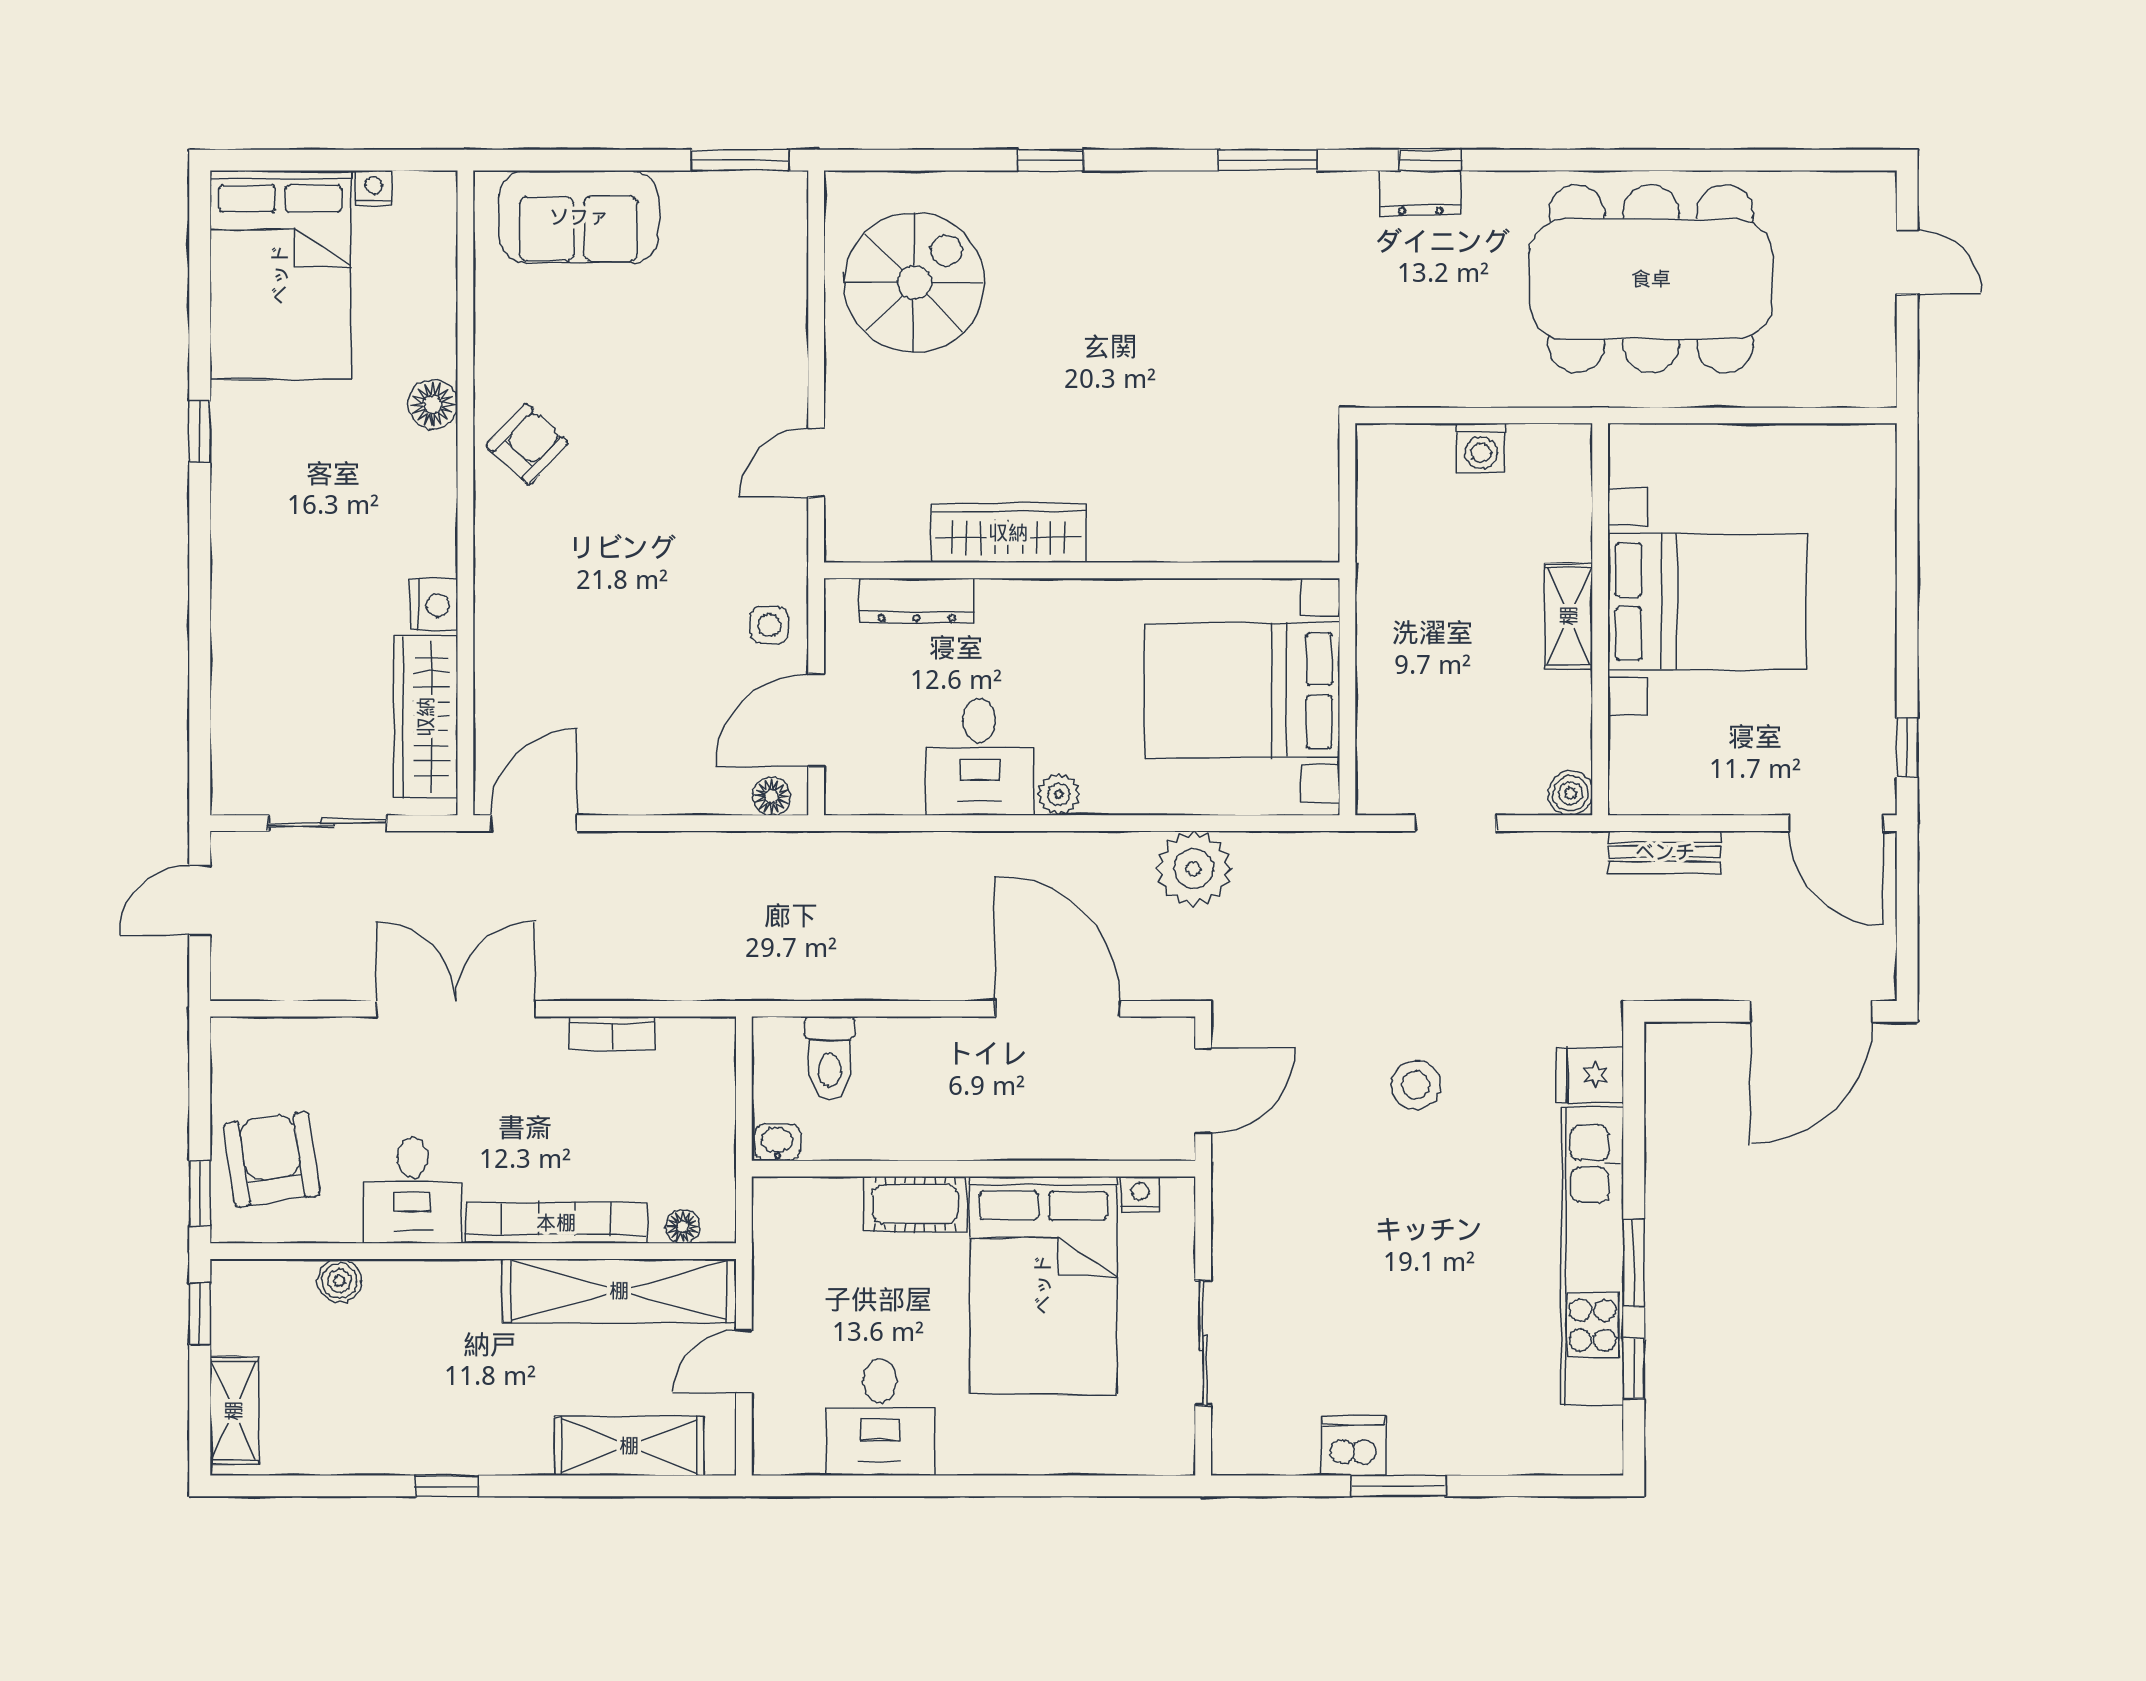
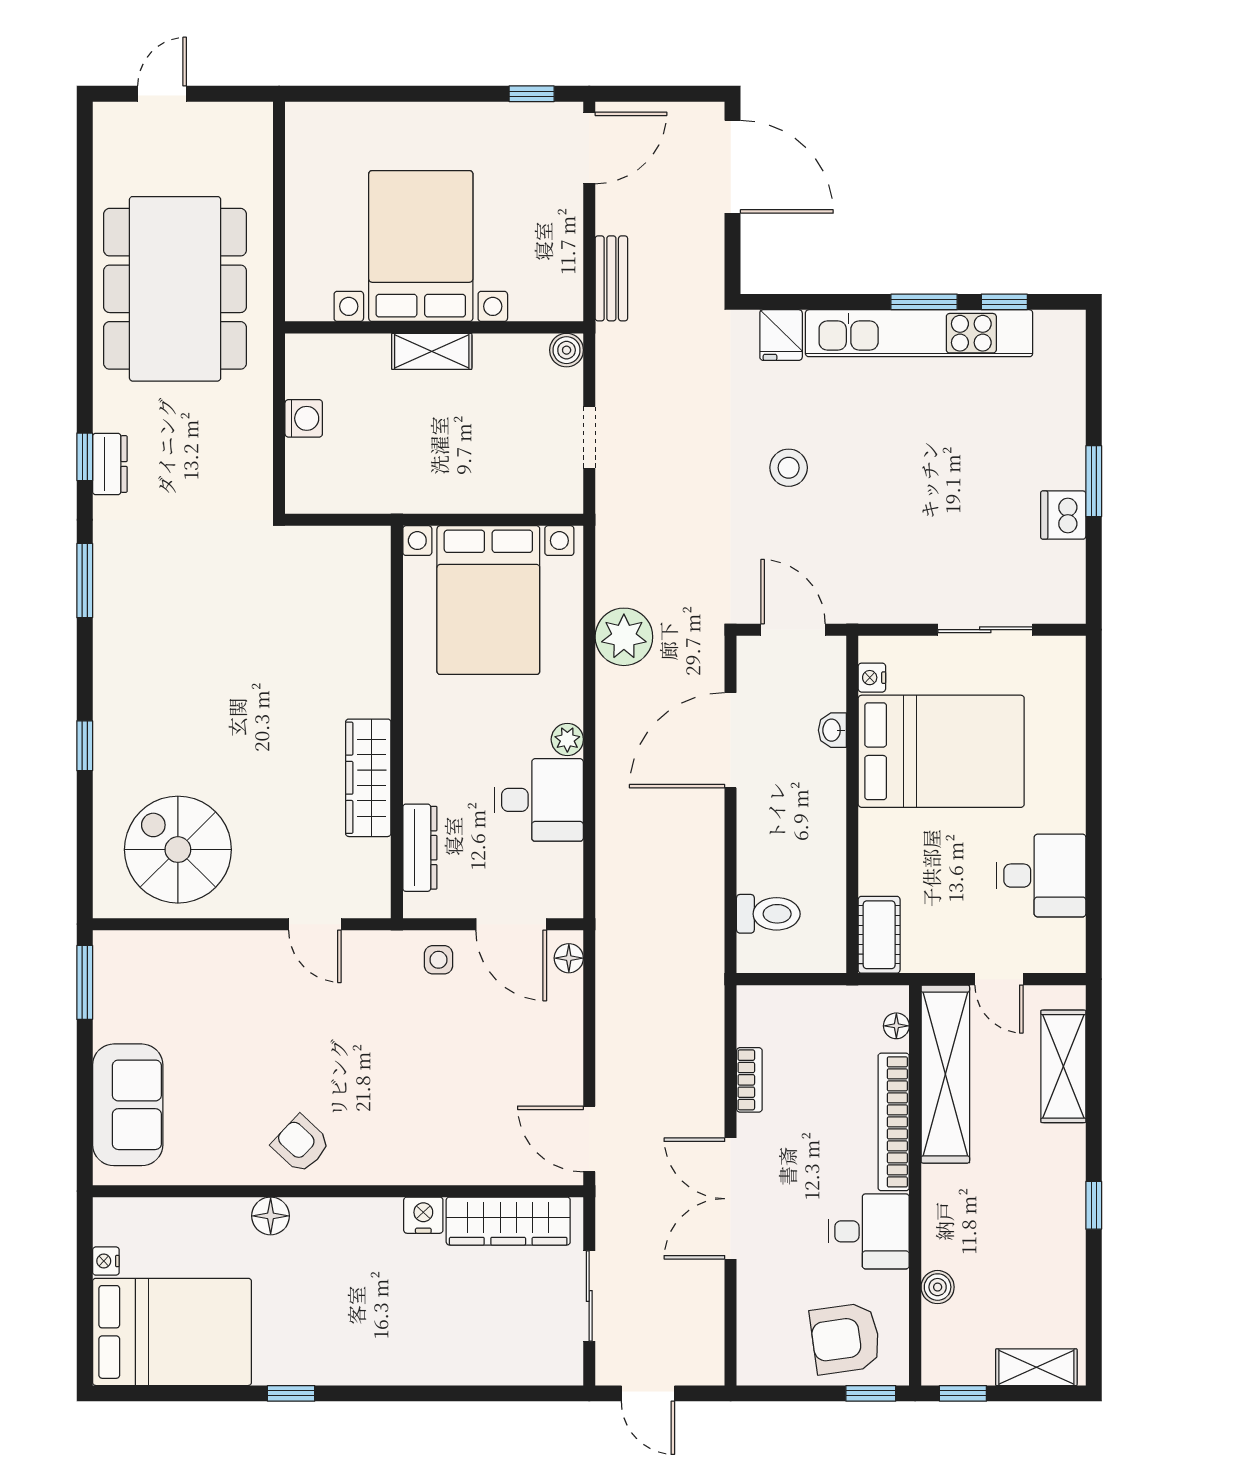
washbasin: (777, 1142) -> (832, 730), moved
cot: (915, 1204) -> (879, 935), moved

